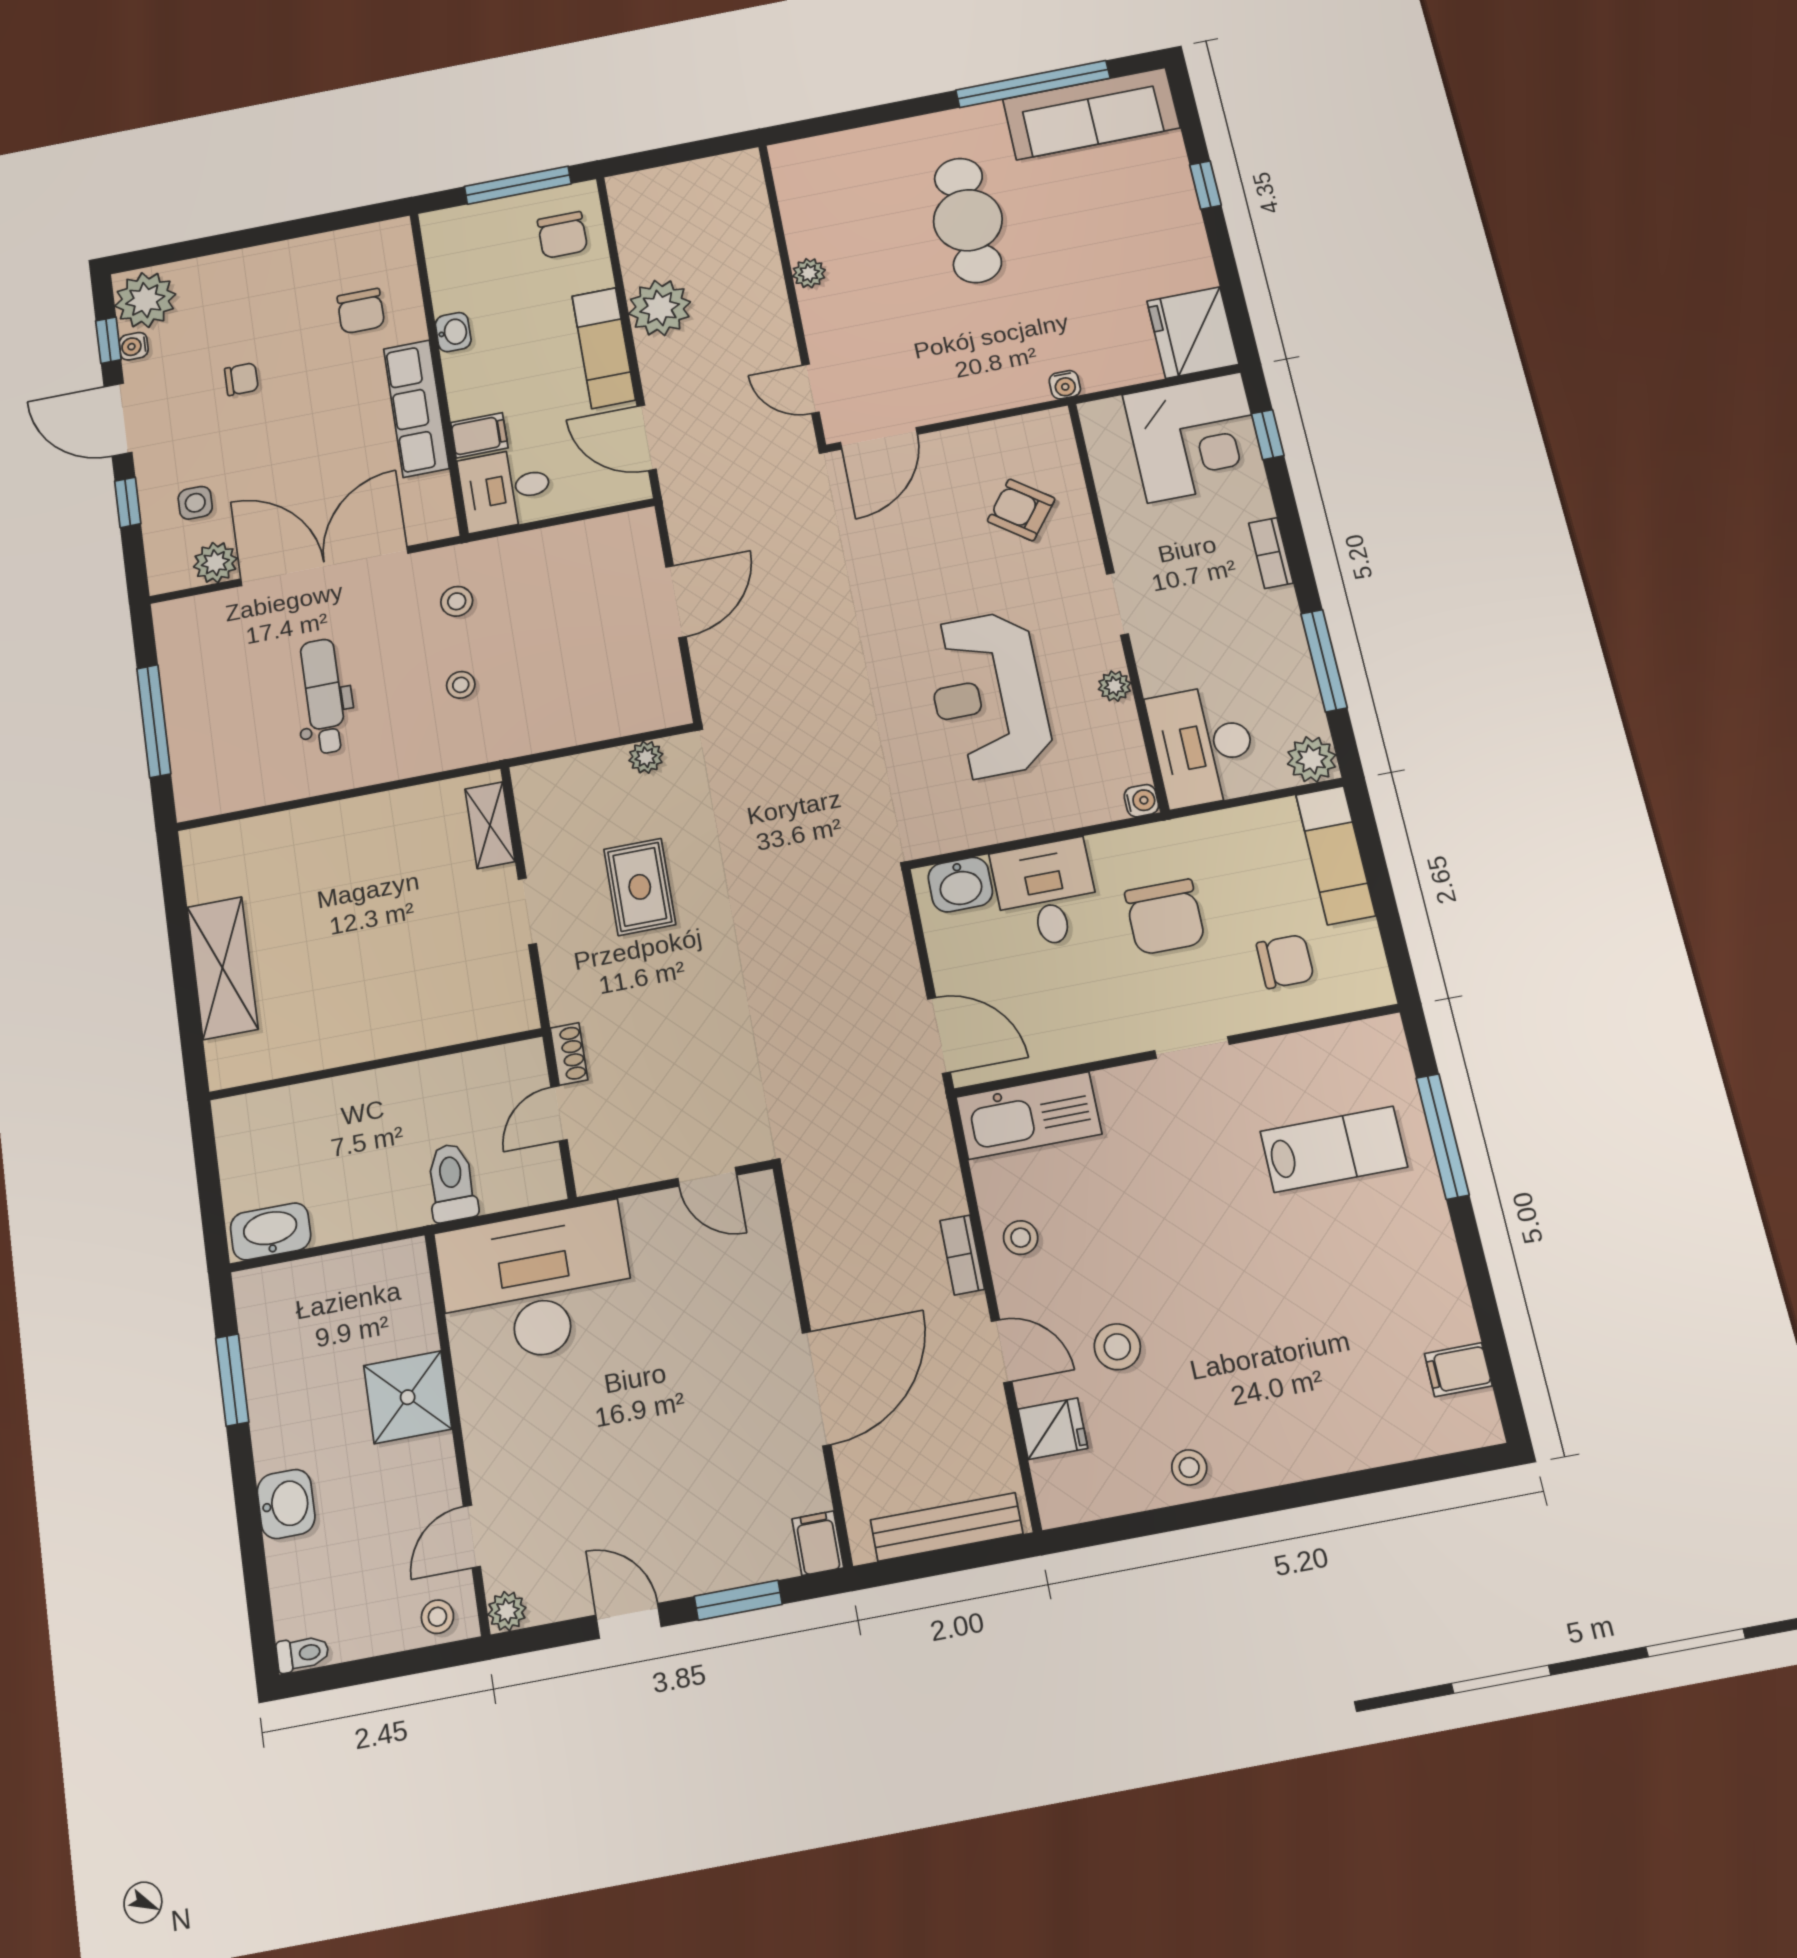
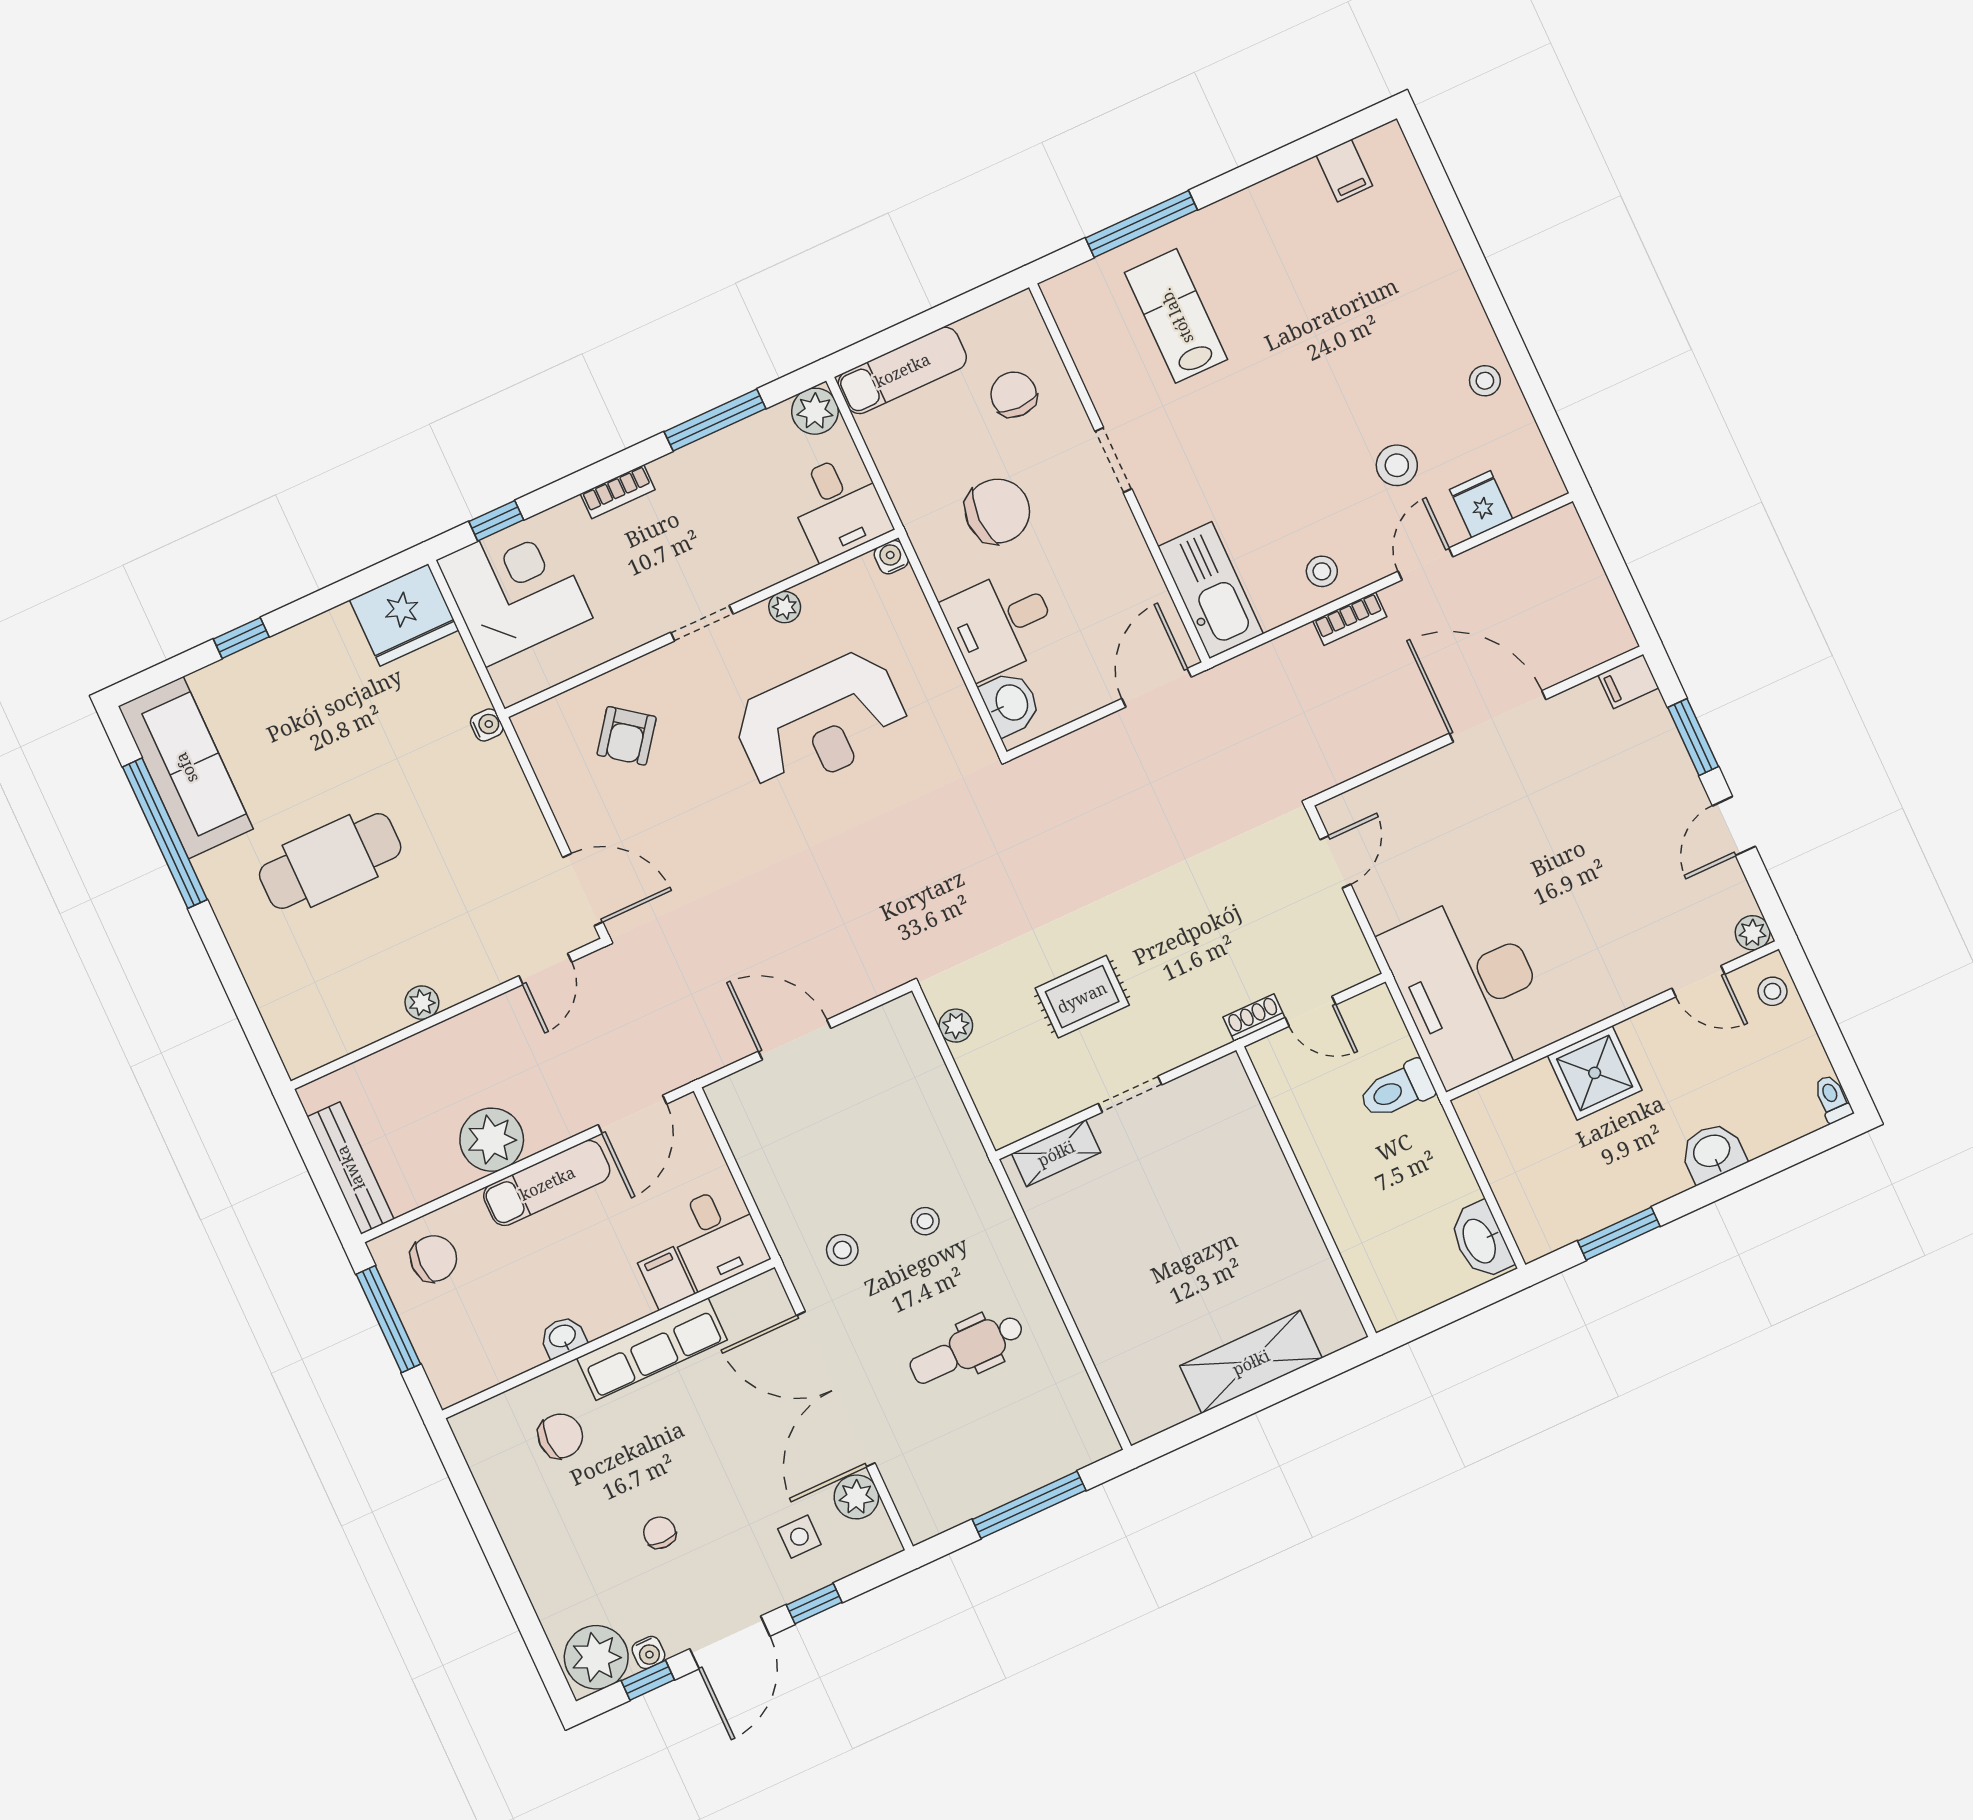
desk: (1203, 746) -> (839, 506), width x0.73
bench: (947, 1527) -> (350, 1168), moved

